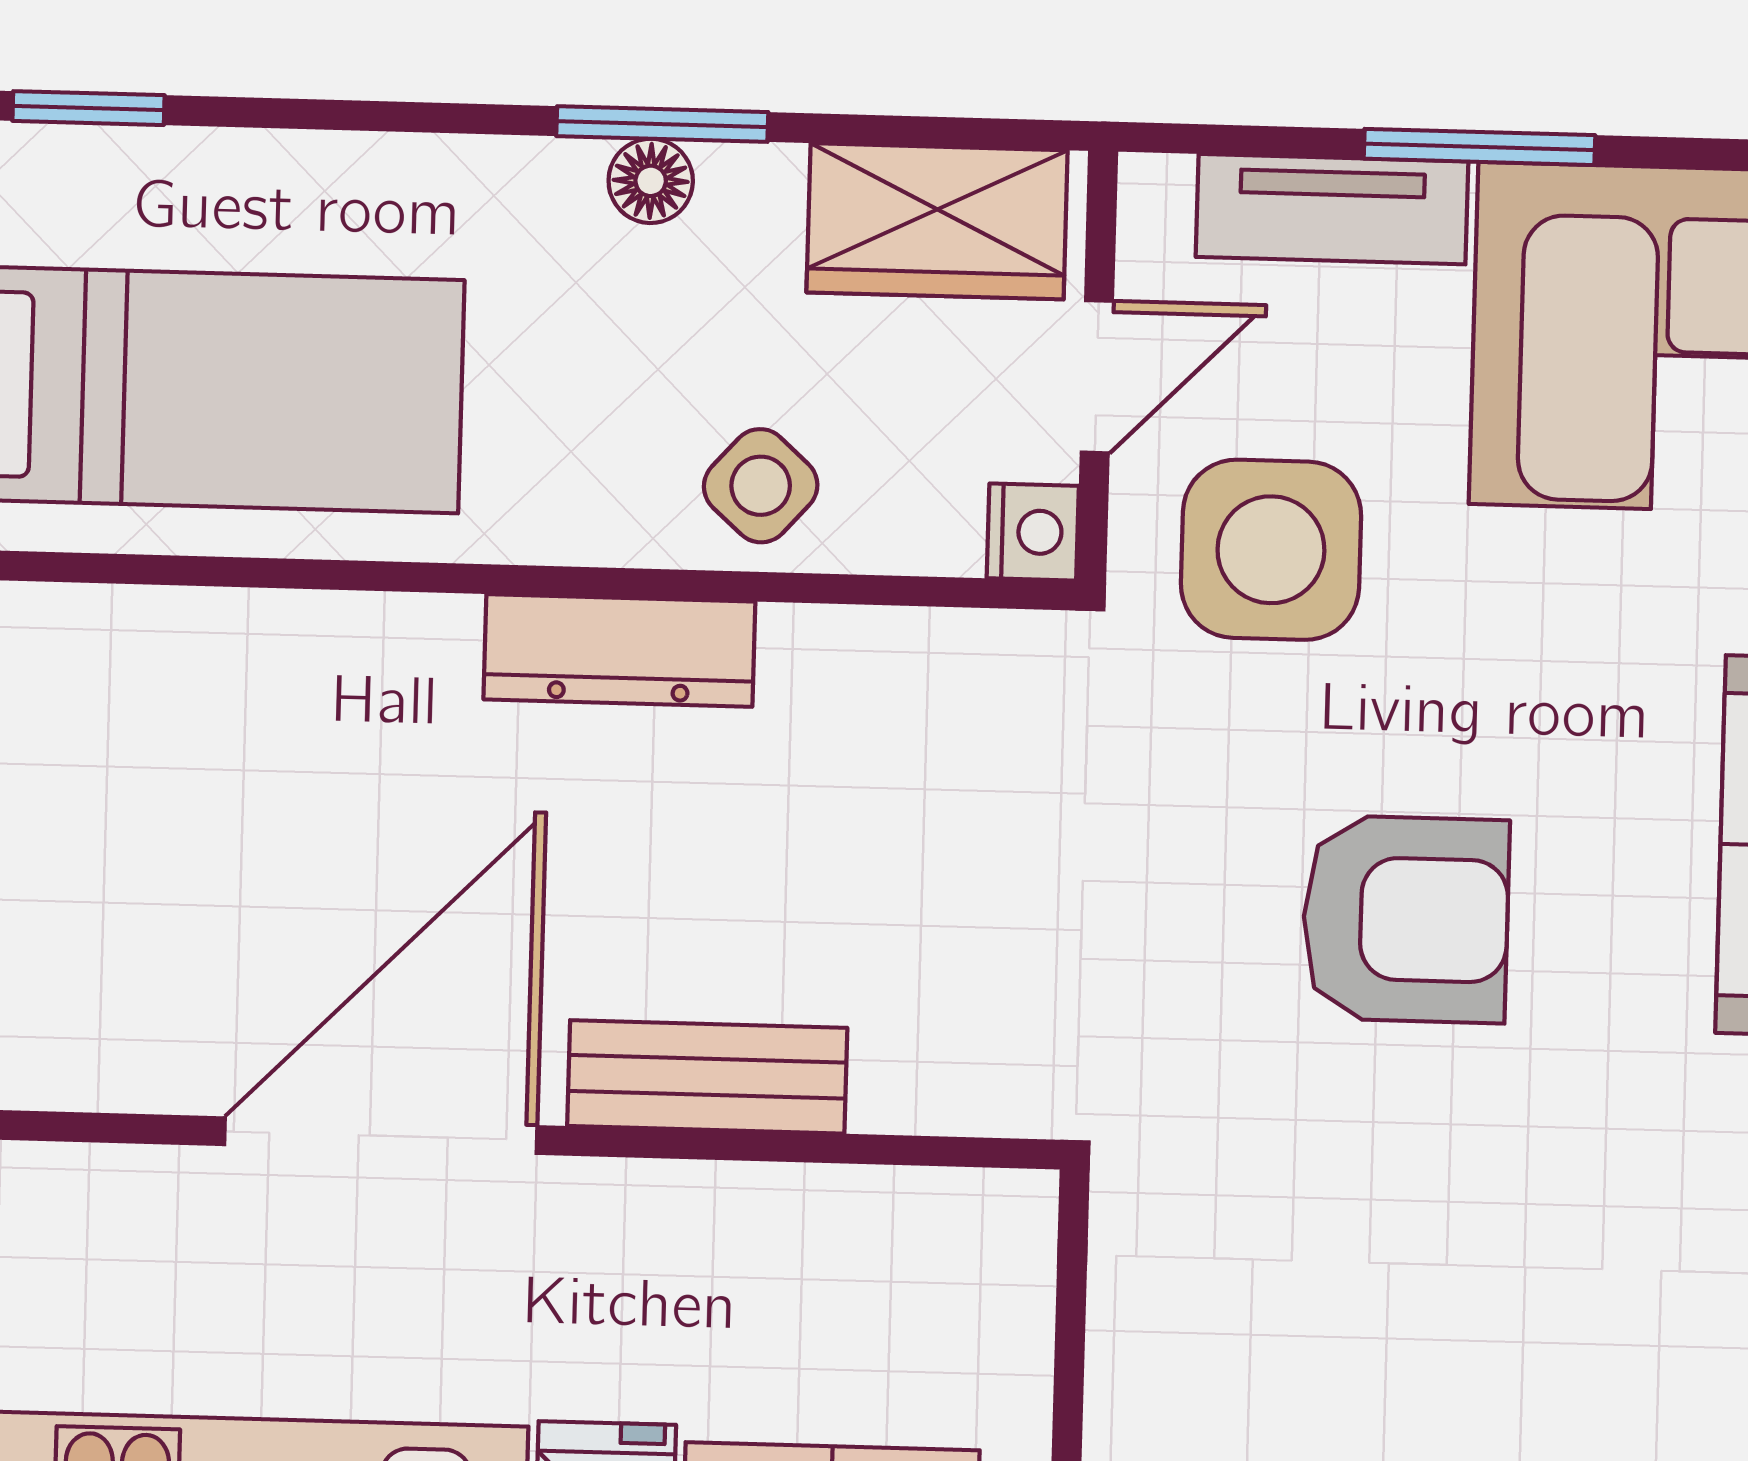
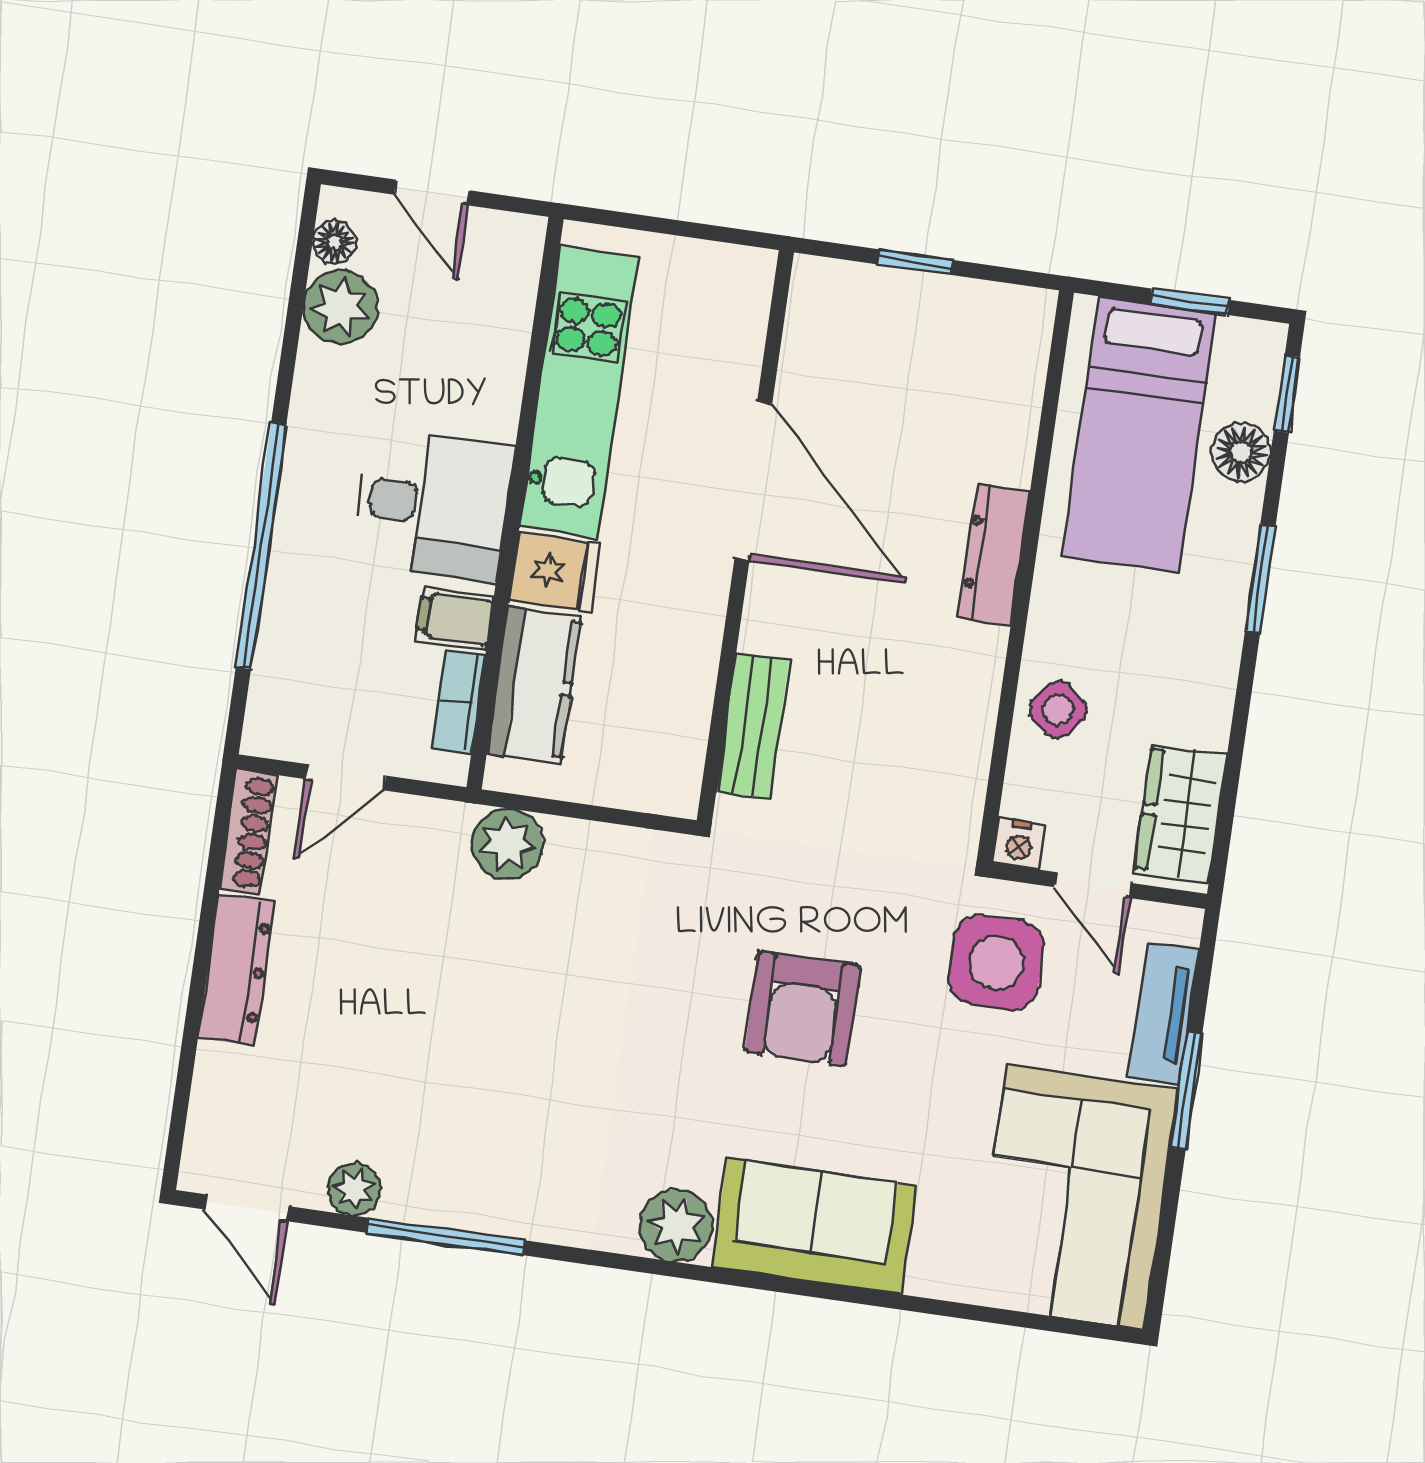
window: (662, 124) -> (1260, 579), moved
floor lamp: (651, 181) -> (1241, 452), moved, width x1.37, depth x1.37
dresser: (619, 650) -> (994, 554), moved
bench: (707, 1077) -> (753, 726), moved

